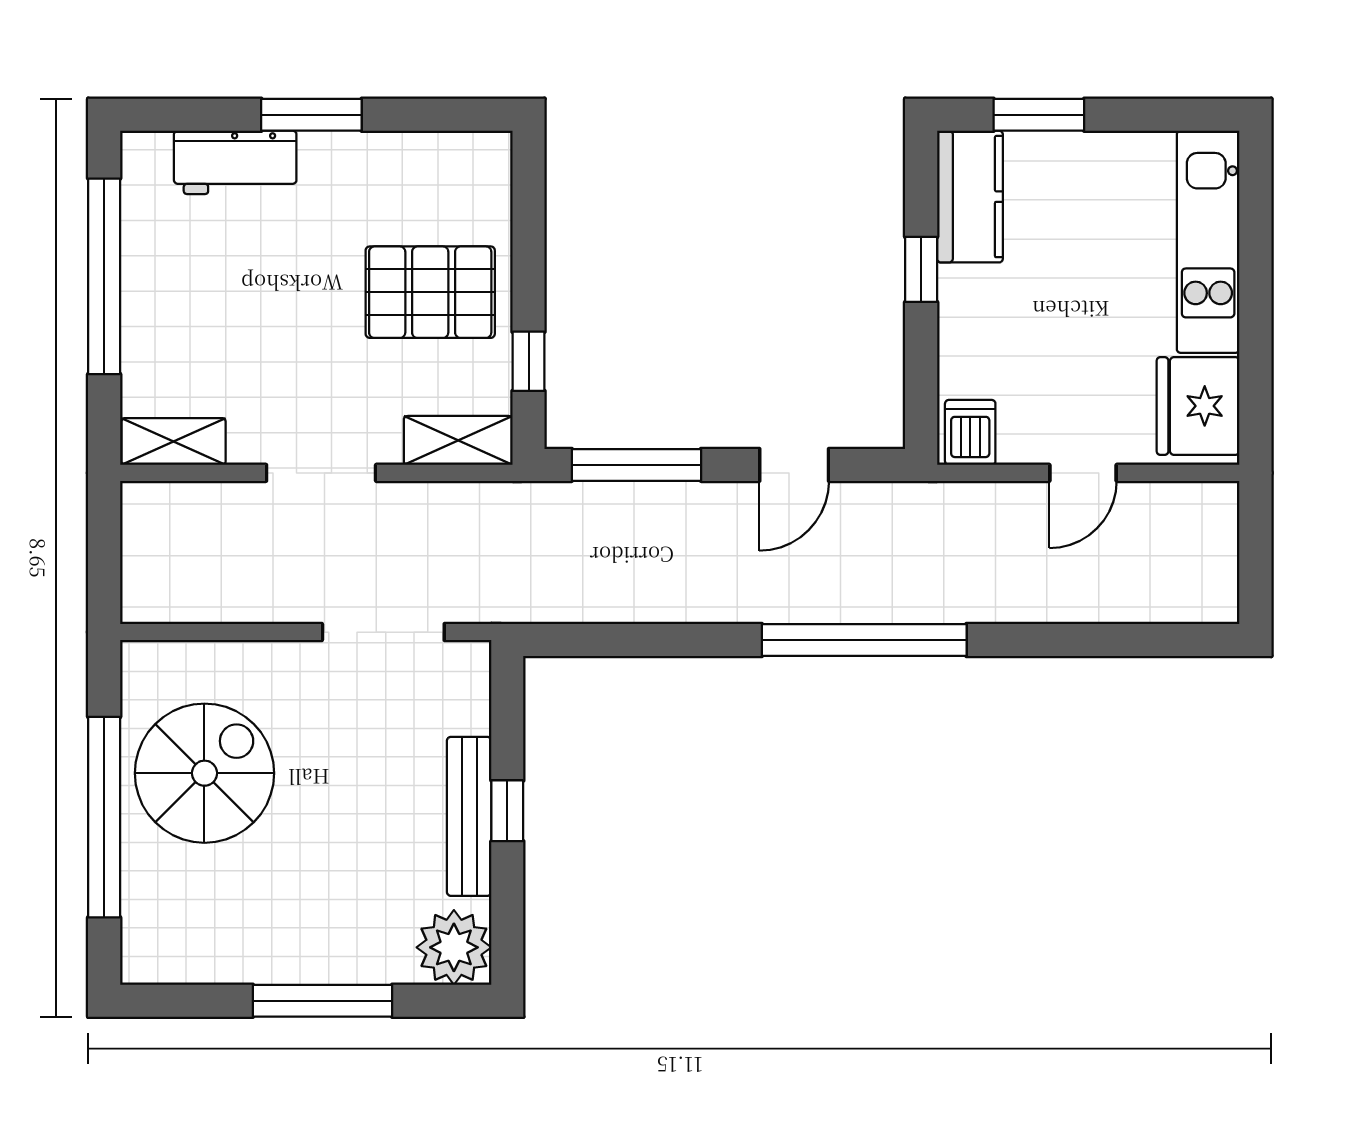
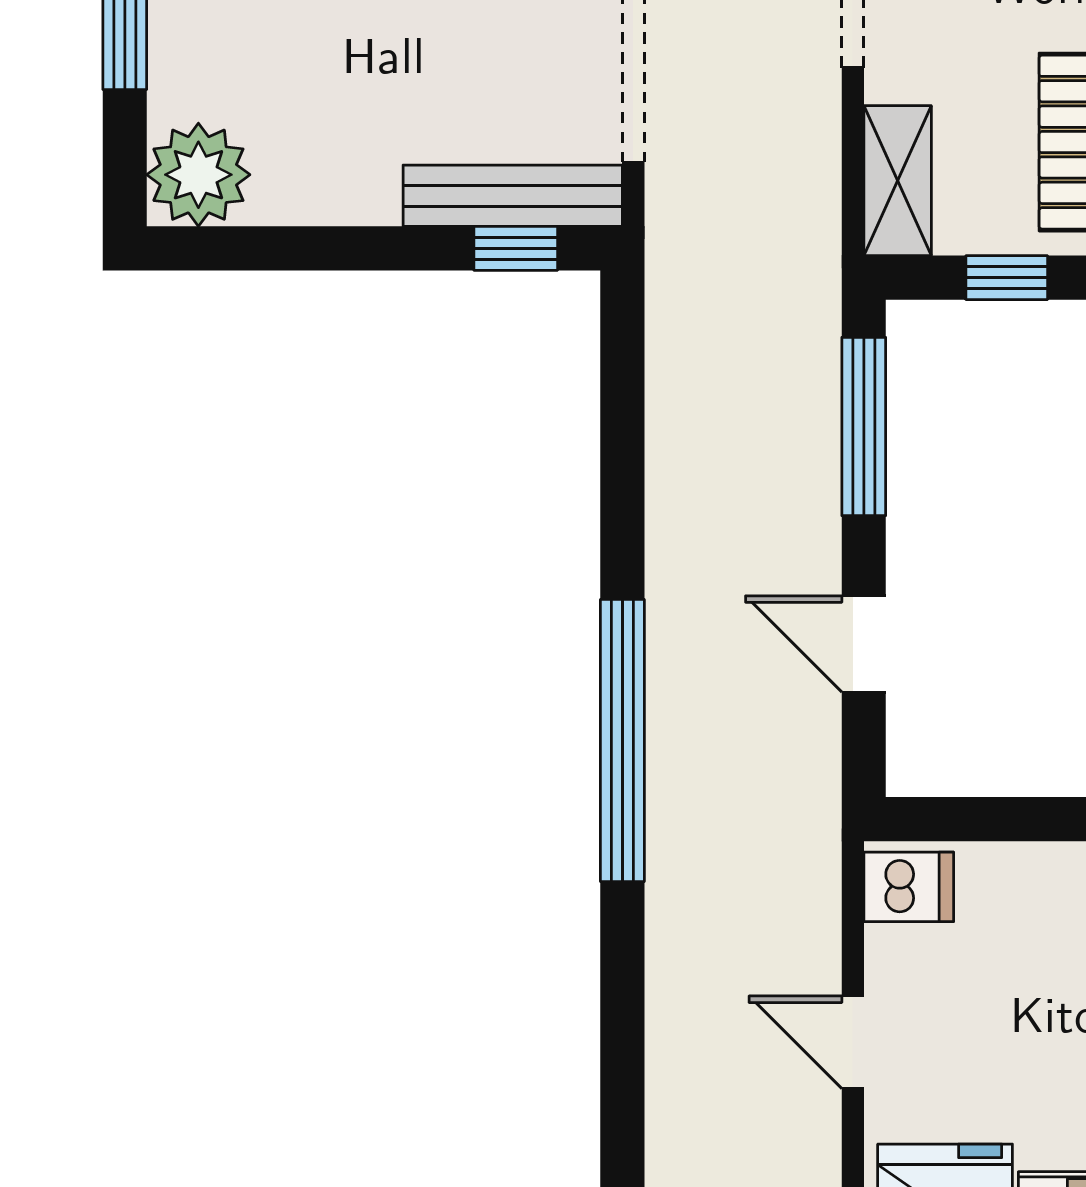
window: (507, 811) -> (516, 248), moved
bench: (469, 816) -> (513, 196), moved

